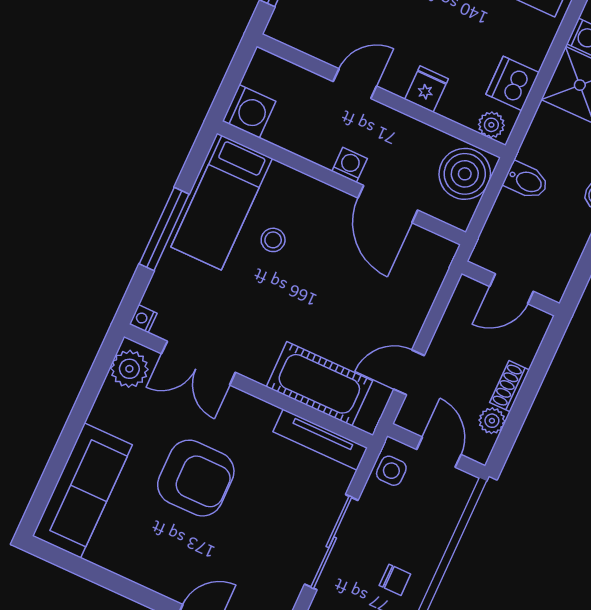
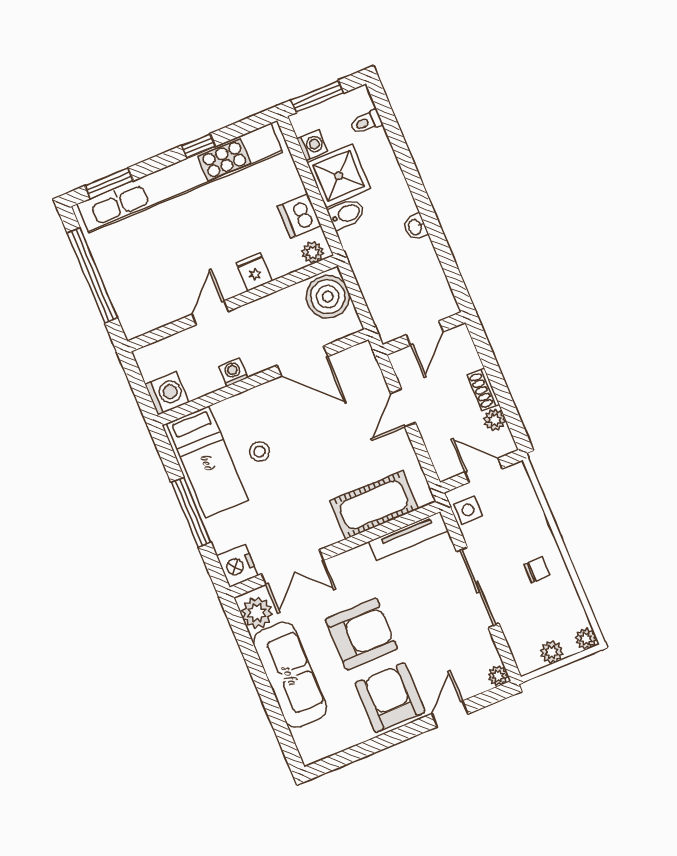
washing machine: (350, 165) -> (233, 372), moved
bidet: (526, 181) -> (347, 214), moved
nightstand: (143, 319) -> (237, 566), width x1.89, depth x1.79
door: (409, 372) -> (403, 408), moved
sofa: (82, 490) -> (290, 675), moved
armchair: (163, 555) -> (390, 697), added

